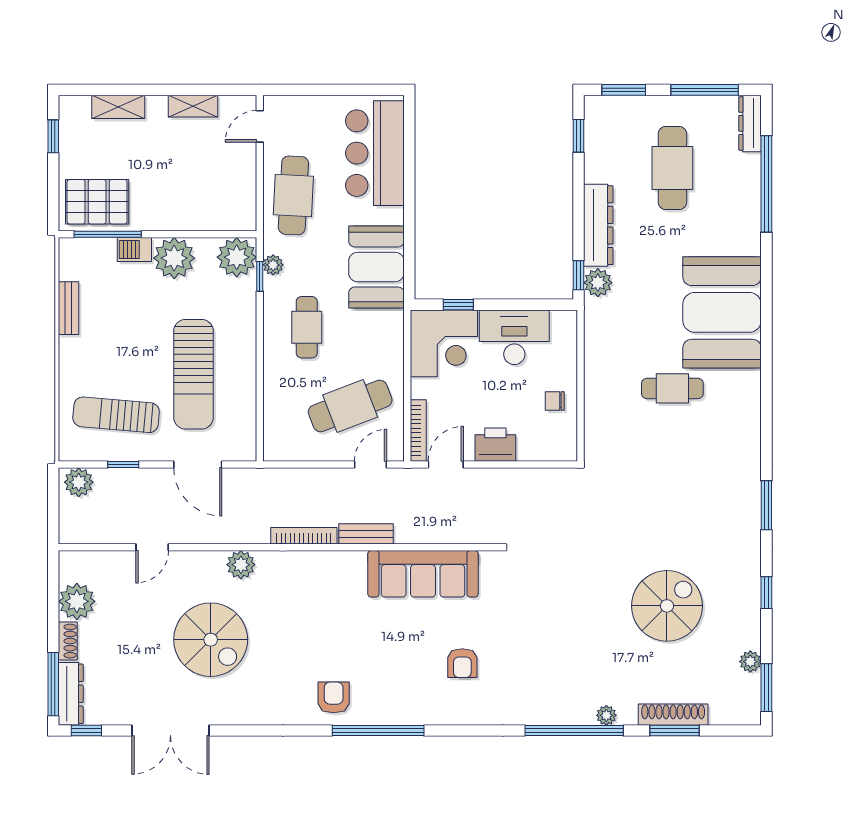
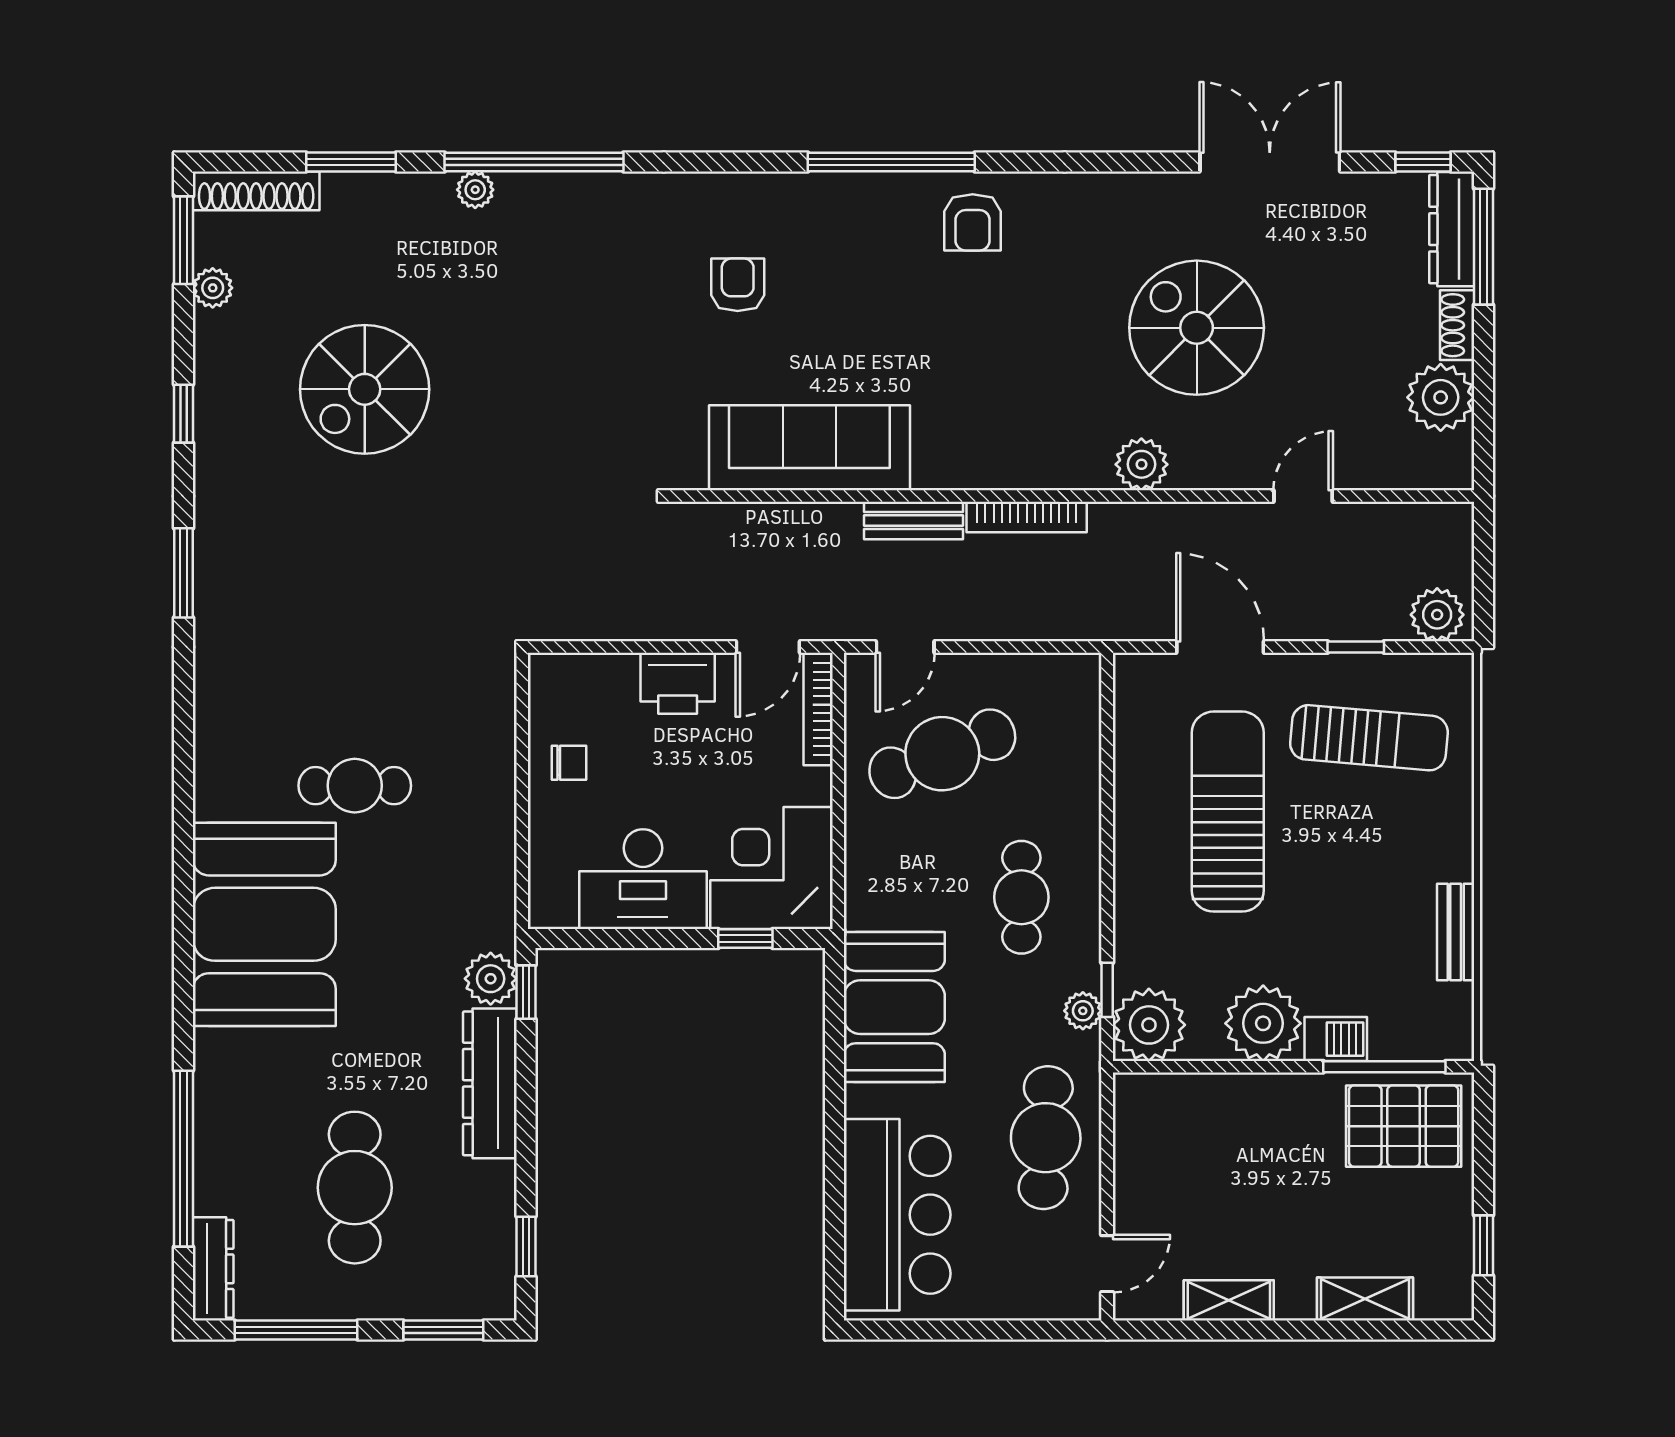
shoe rack: (673, 715) -> (256, 191), moved

